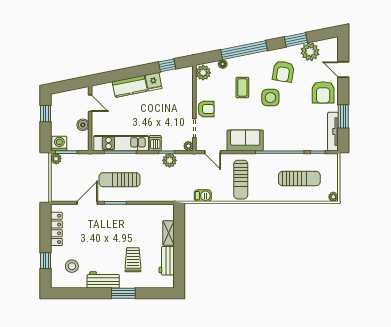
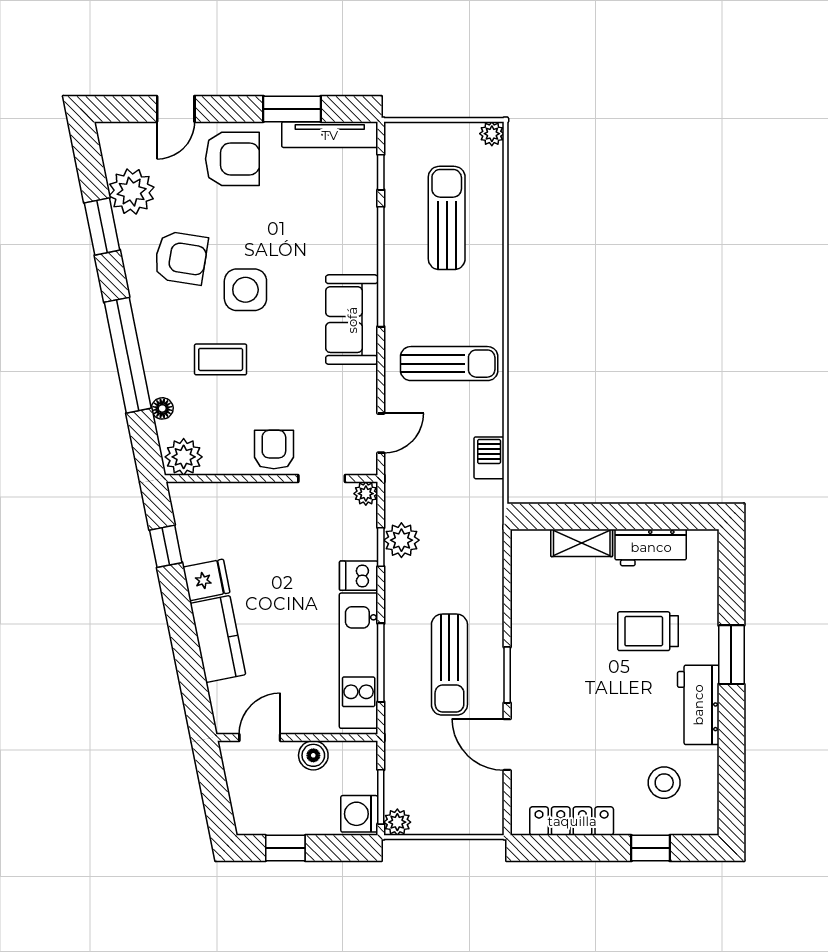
sofa: (245, 140) -> (352, 320), moved

